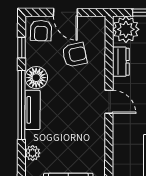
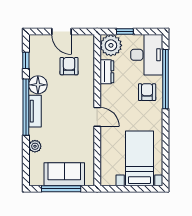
armchair: (41, 31) -> (42, 47), removed
armchair: (75, 55) -> (69, 66), turned -78
door: (109, 102) -> (97, 117), moved

